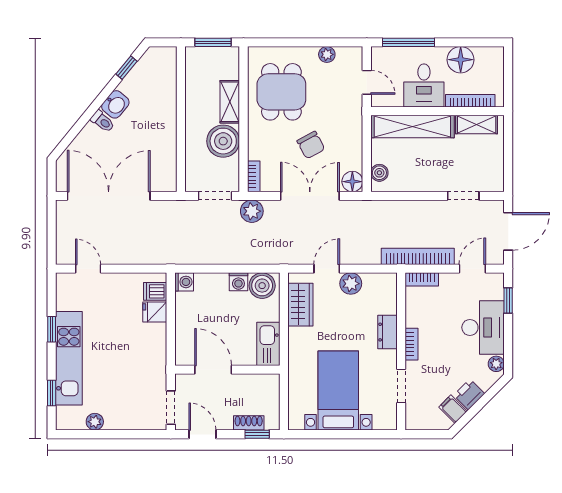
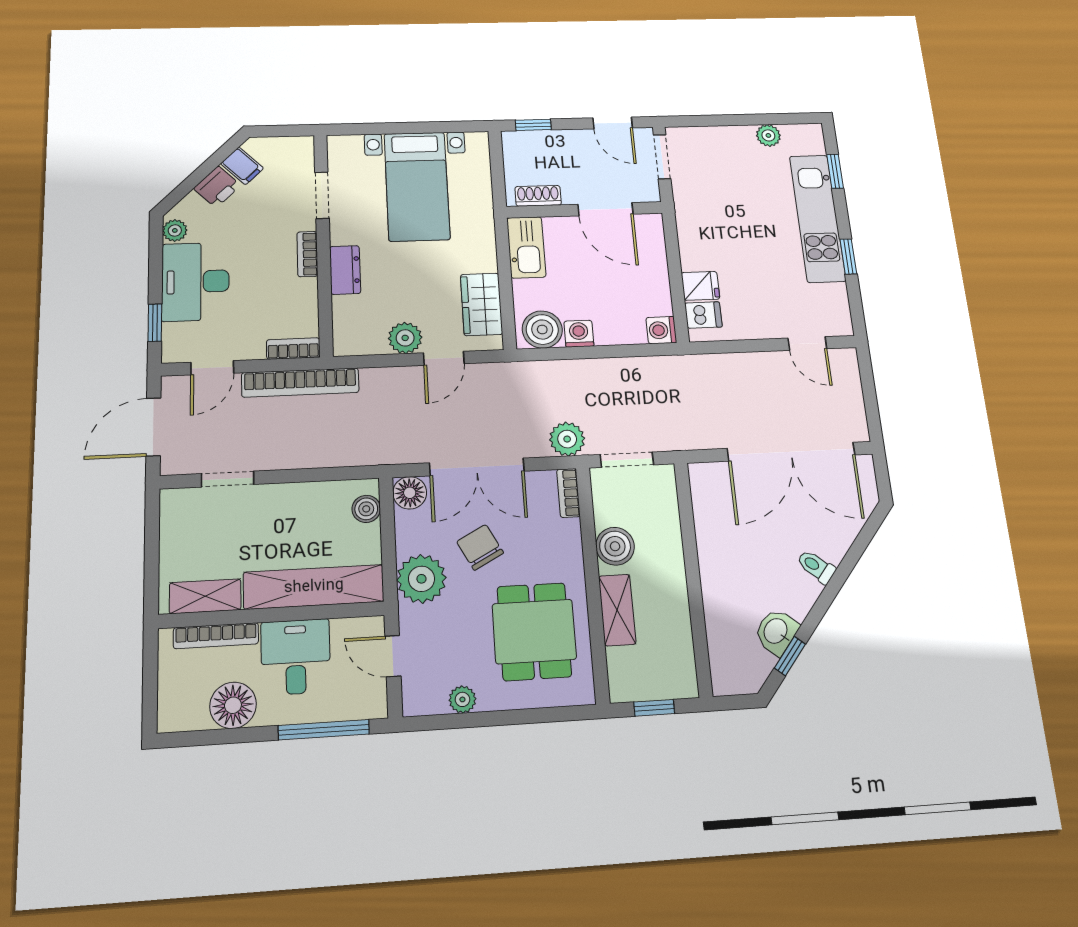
window: (213, 42) -> (654, 708), width x0.67
washbasin: (115, 104) -> (776, 632), moved
plant: (348, 128) -> (421, 579), added
boiler: (223, 141) -> (615, 546), width x0.73, depth x0.73
shoe rack: (249, 423) -> (538, 196), moved, turned 180

